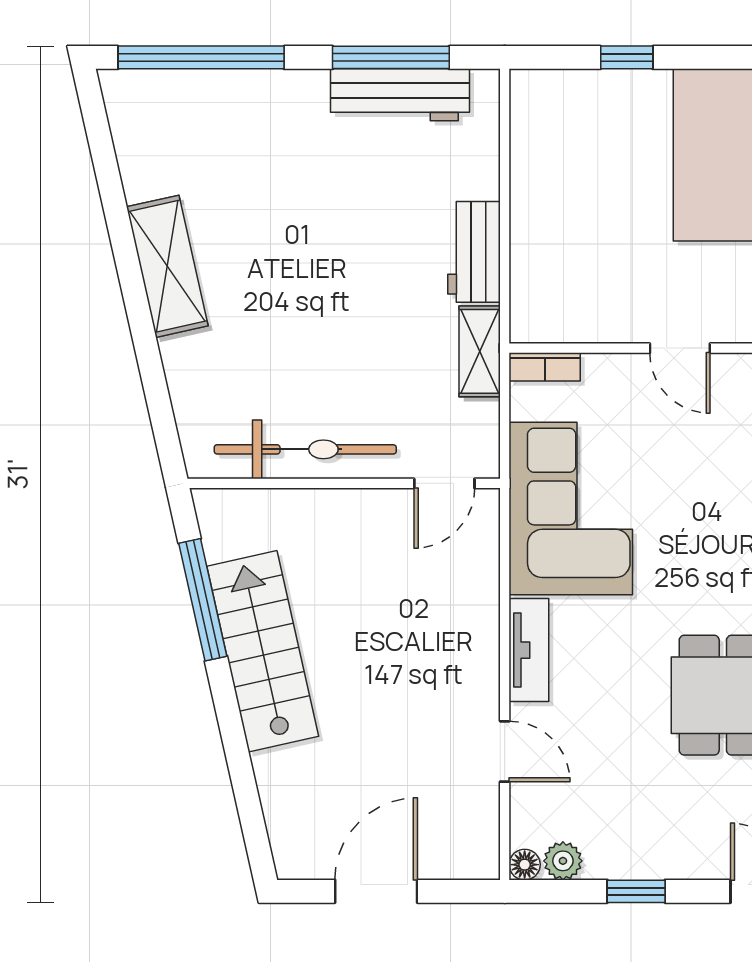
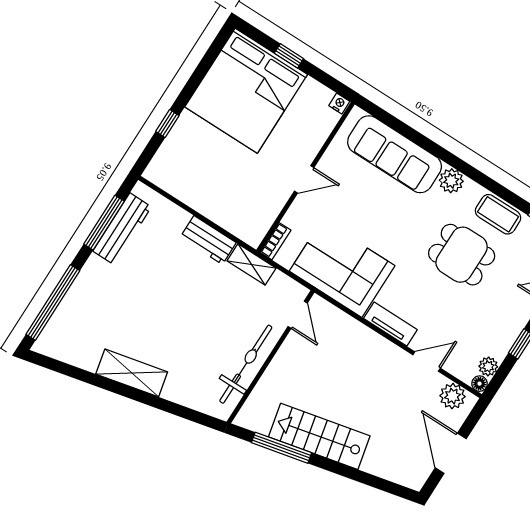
plant: (474, 833) -> (453, 396), added

